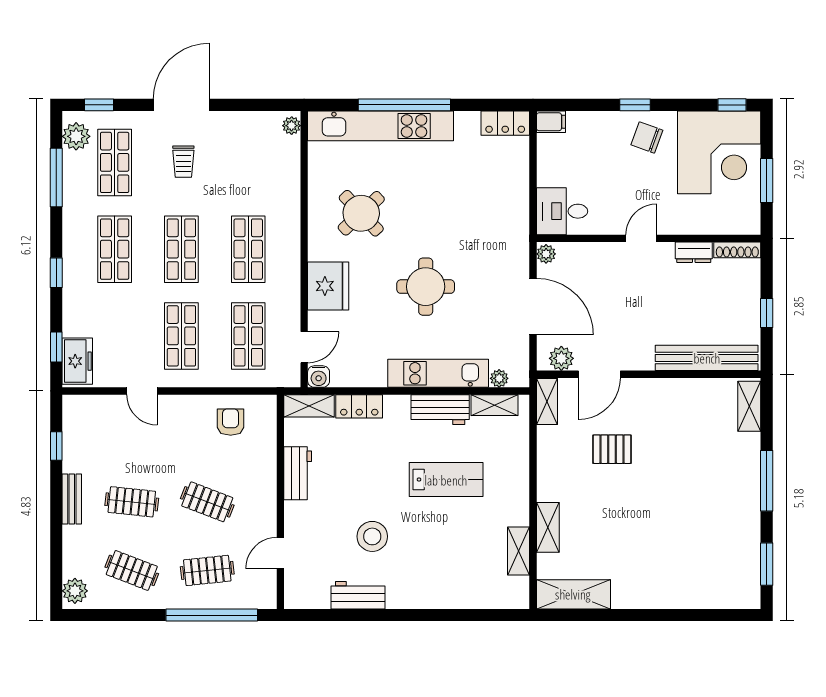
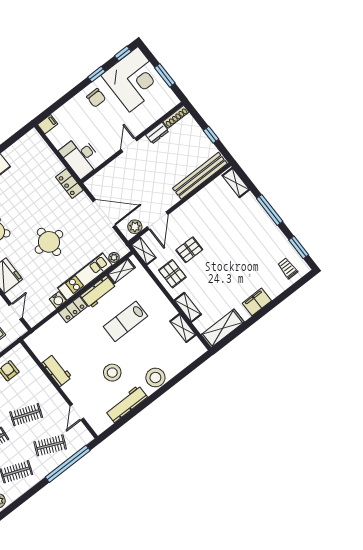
window: (635, 105) -> (96, 74), moved
locker: (505, 123) -> (69, 184), moved, turned 90
chair: (647, 137) -> (96, 98), turned -110
desk: (562, 211) -> (81, 157), width x1.37
plant: (546, 254) -> (92, 185), removed
water cooler: (319, 377) -> (58, 300), moved
shelving: (309, 406) -> (38, 336), removed
locker: (359, 406) -> (73, 309), moved
pallet: (563, 464) -> (172, 274), added
lab bench: (446, 480) -> (125, 321), turned 180
clothes rail: (207, 570) -> (50, 445), turned 30
trolley: (729, 581) -> (288, 268), added
stool: (427, 590) -> (155, 378), added
workbench: (358, 595) -> (126, 404), width x1.38
filing cabinet: (649, 595) -> (257, 302), added

